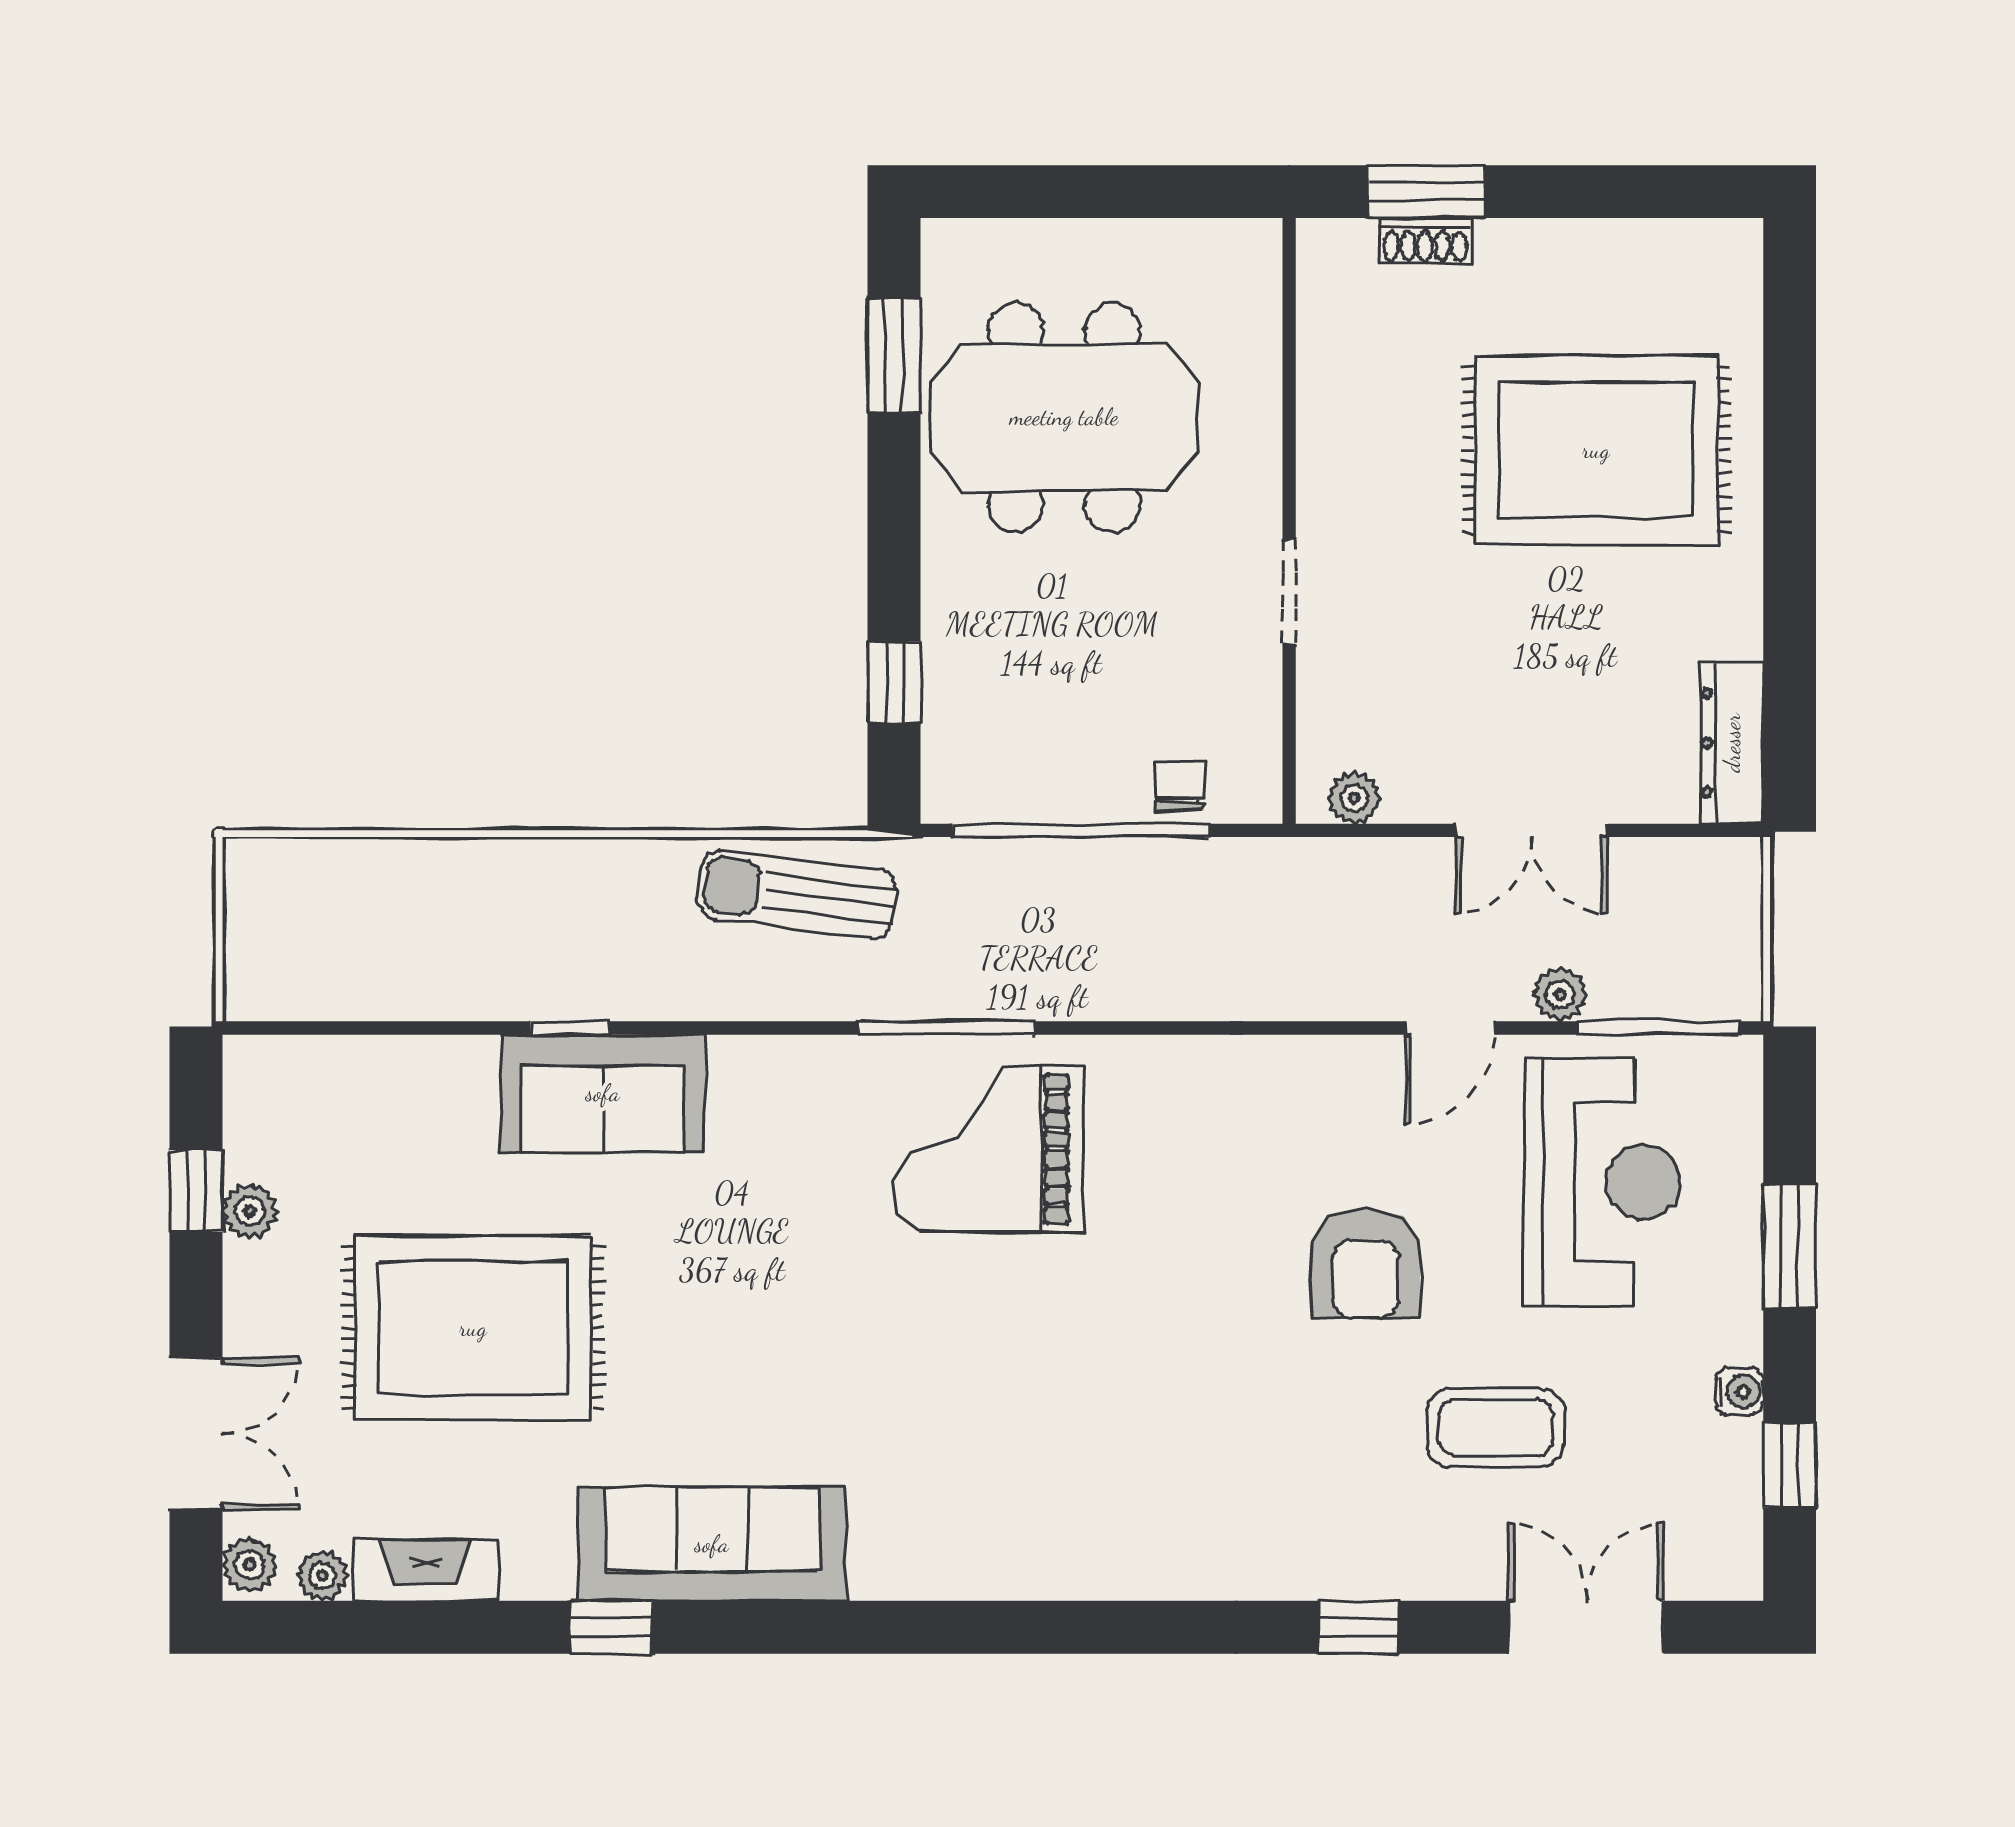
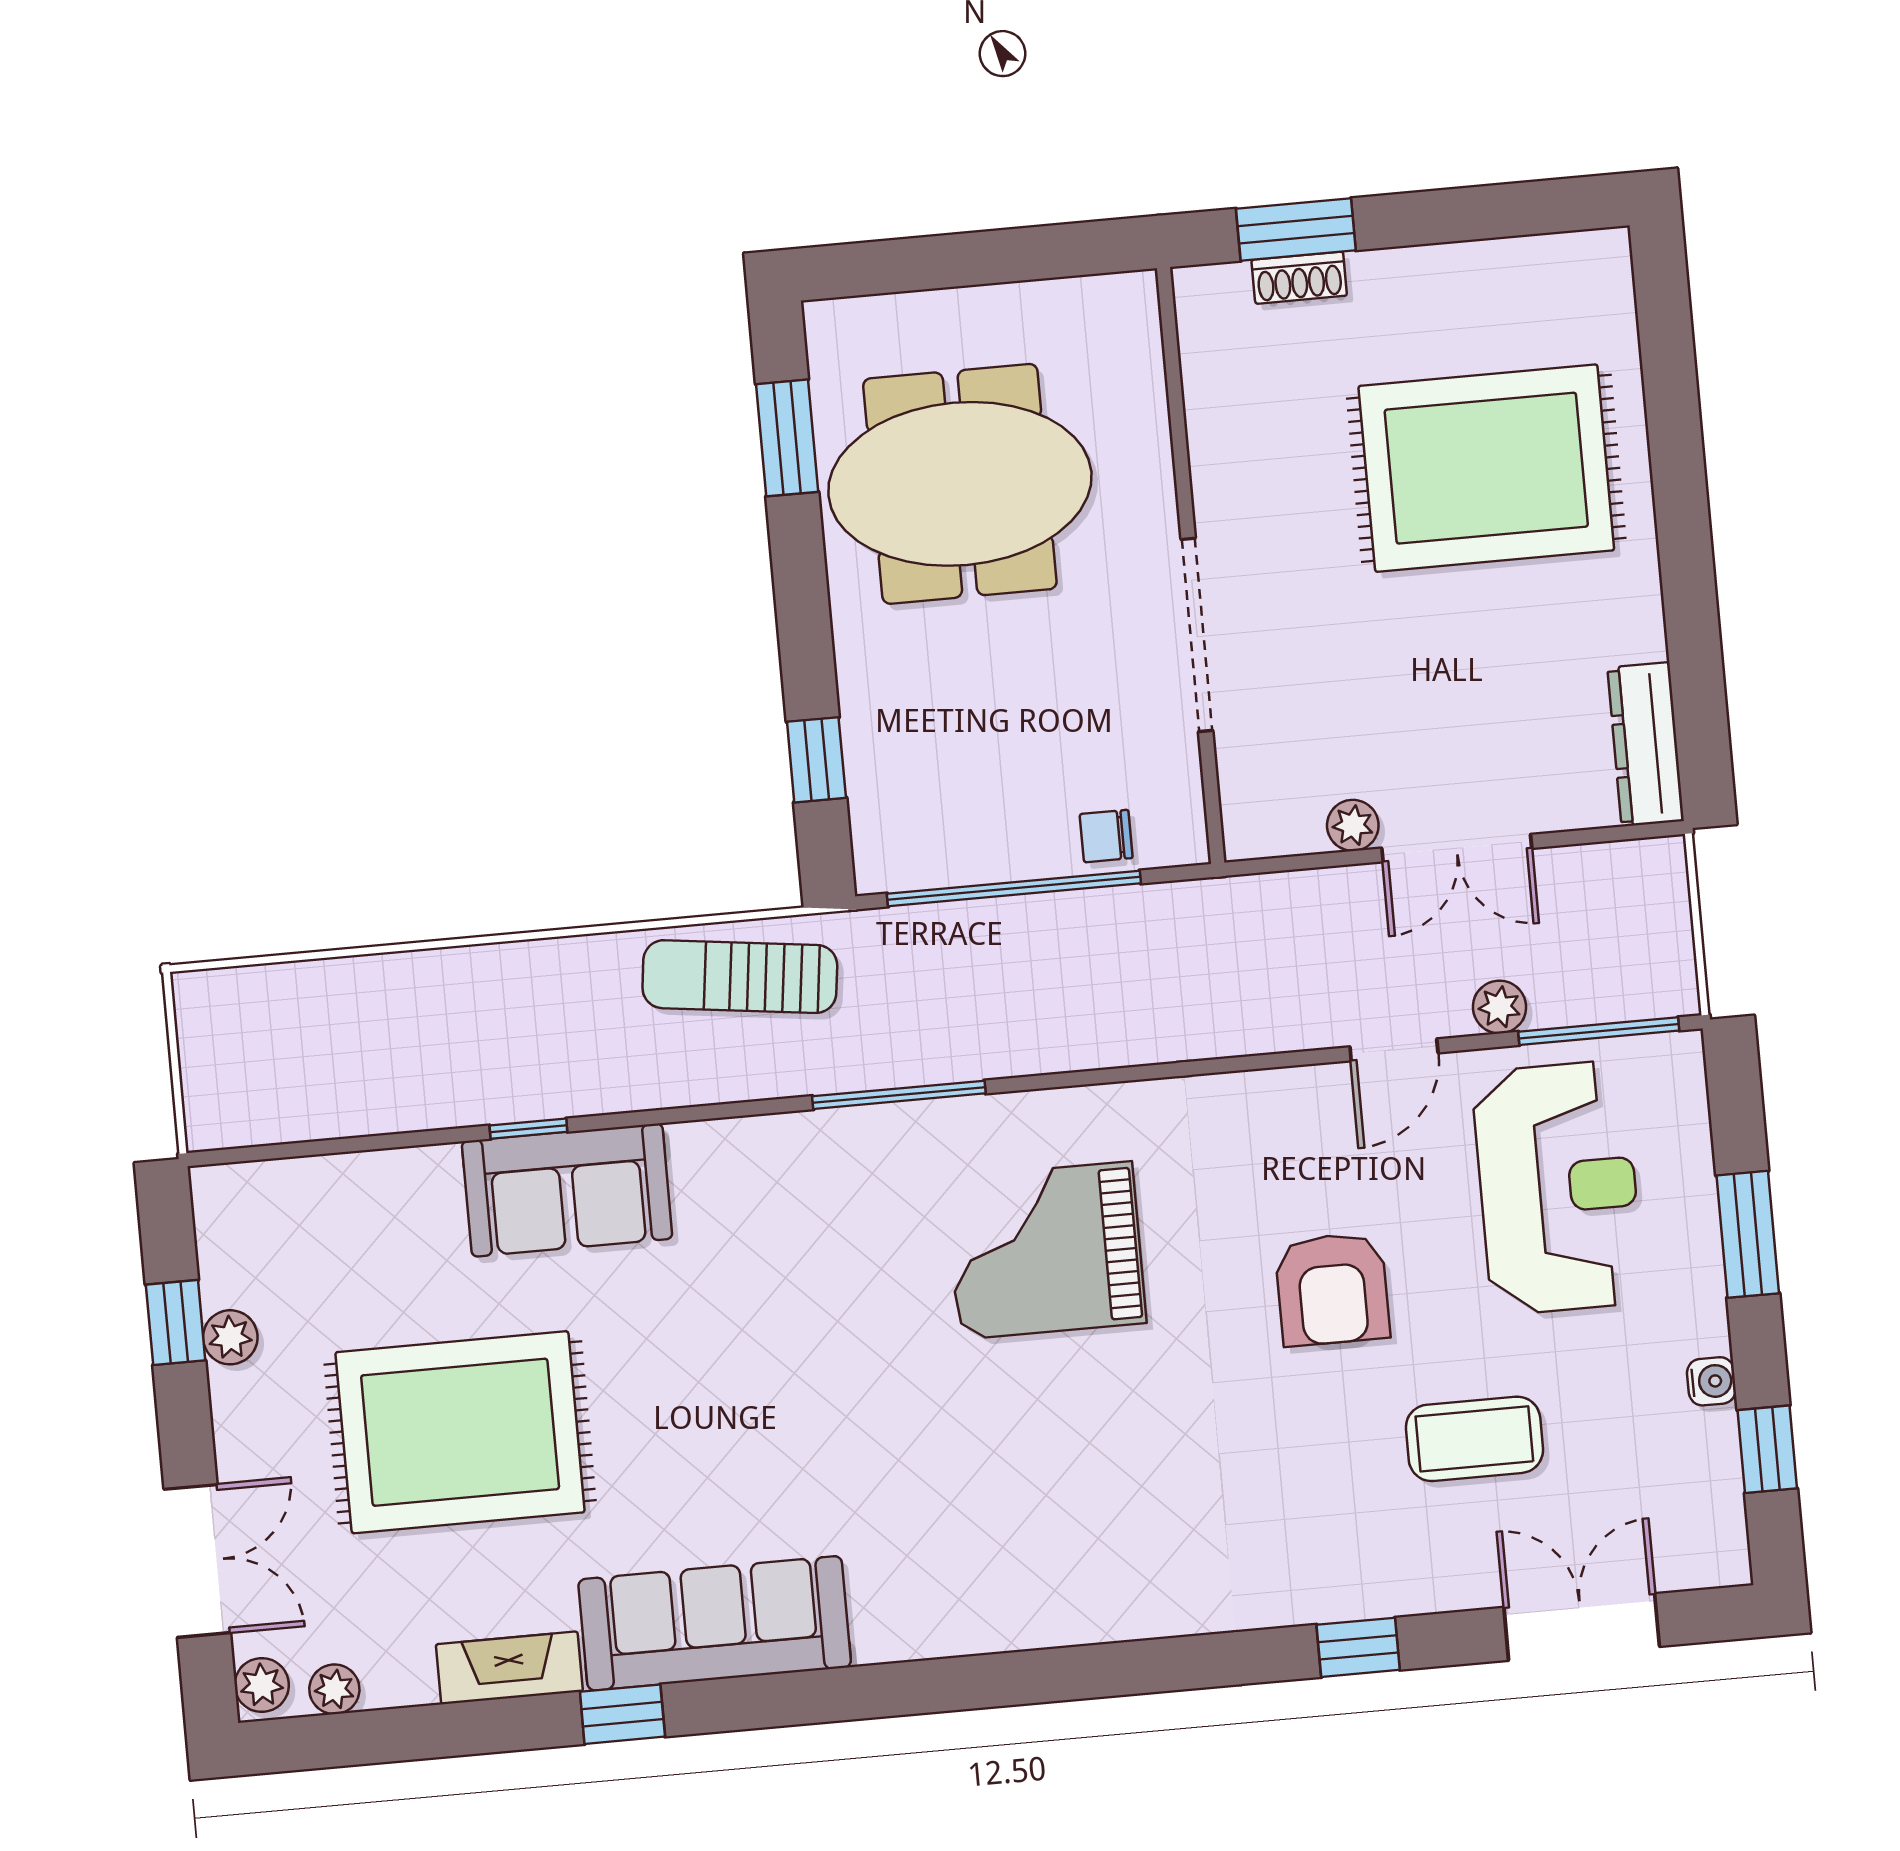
doorway: (1289, 591) -> (1197, 635), width x1.88
chair: (1179, 786) -> (1106, 836), turned -90
plant: (1354, 798) -> (1353, 825), moved
grand piano: (988, 1149) -> (1045, 1250), moved
fireplace: (425, 1570) -> (509, 1668), moved

